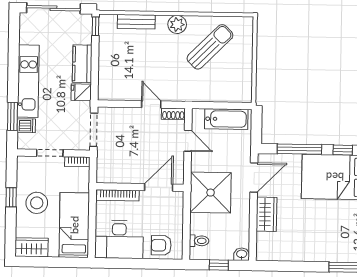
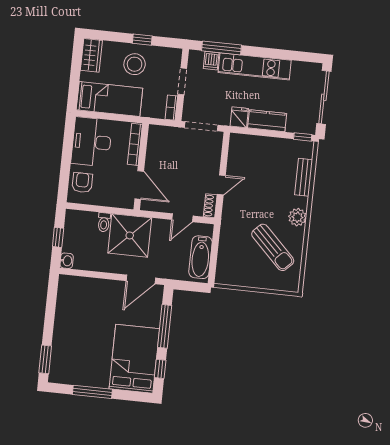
window: (13, 116) -> (221, 48), width x1.44
door: (254, 177) -> (141, 279), hinge flipped
wardrobe: (267, 214) -> (104, 289), removed
toilet: (199, 241) -> (104, 222), moved

